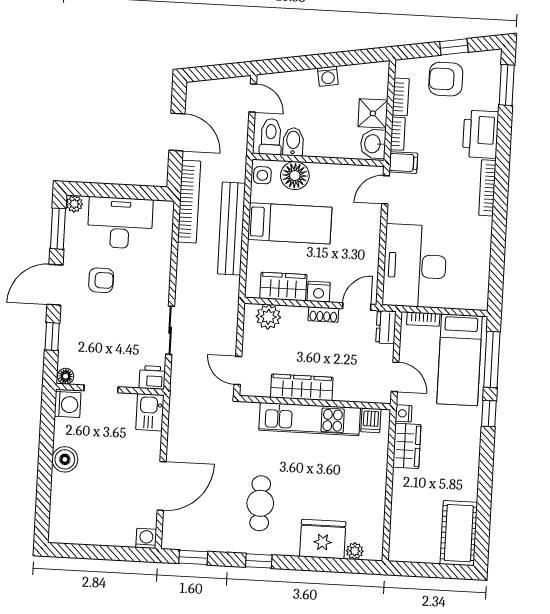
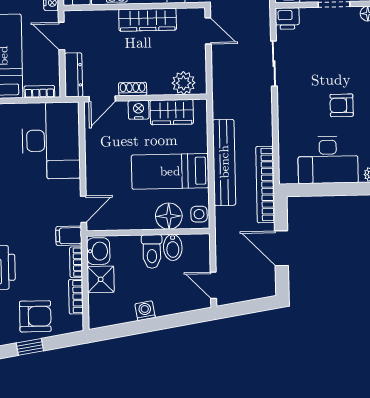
toilet: (271, 137) -> (152, 251), moved
dresser: (386, 327) -> (73, 75), width x1.44

